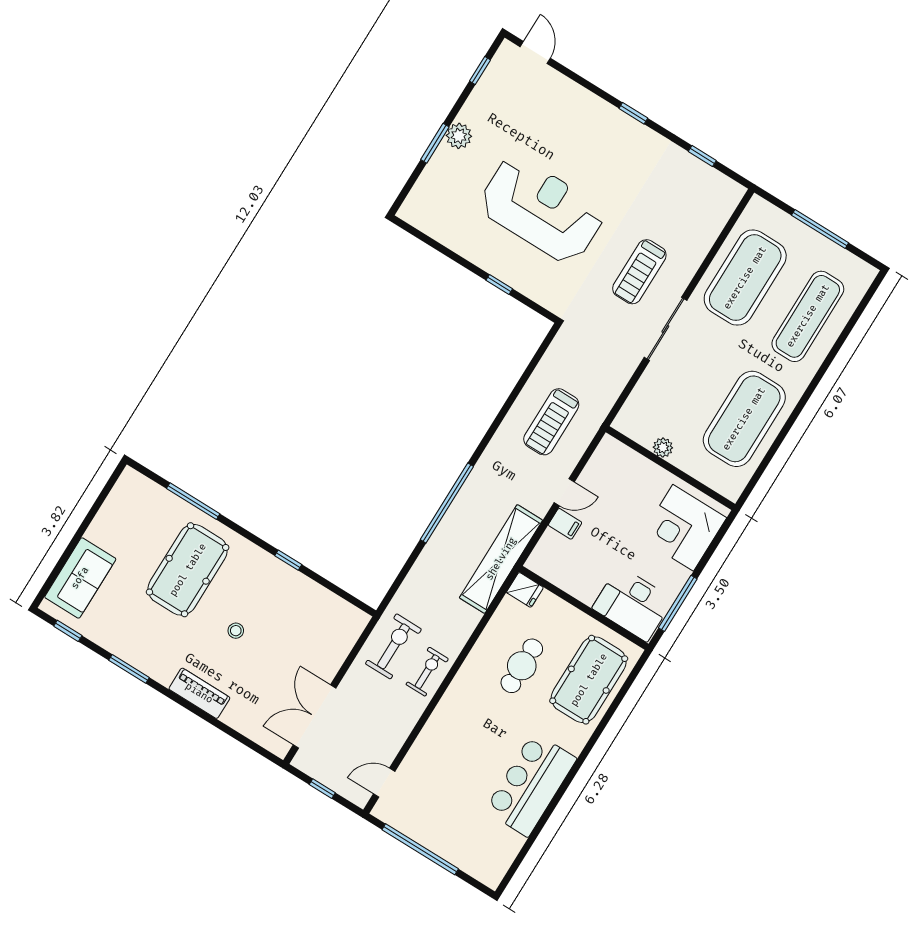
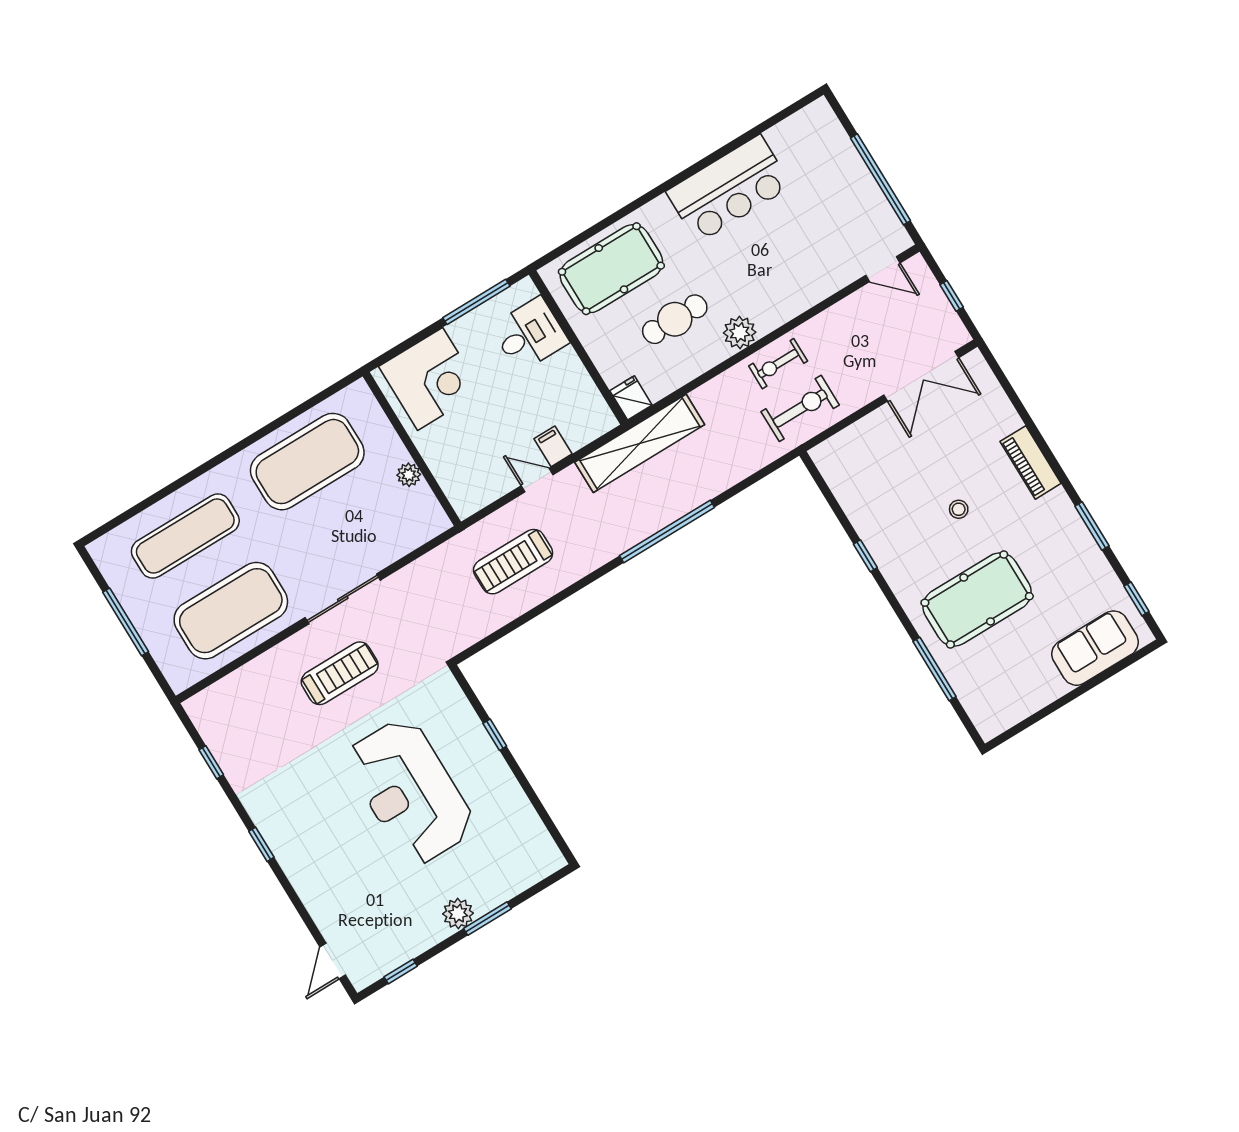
treadmill: (551, 422) -> (513, 562), turned 180
desk: (633, 604) -> (530, 334), width x0.73
exercise bike: (393, 646) -> (800, 408), turned 180
plant: (468, 680) -> (740, 333), added

